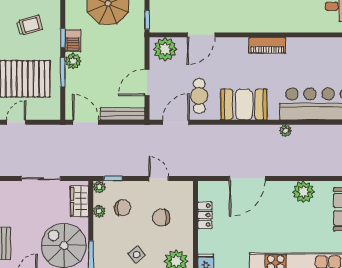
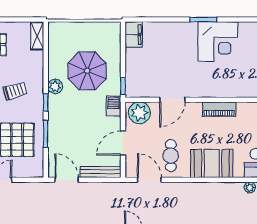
barbecue: (73, 41) -> (114, 106), moved, turned 180
piano: (267, 45) -> (219, 109), moved
plant: (73, 61) -> (55, 86), moved
door: (176, 122) -> (149, 180), hinge flipped

